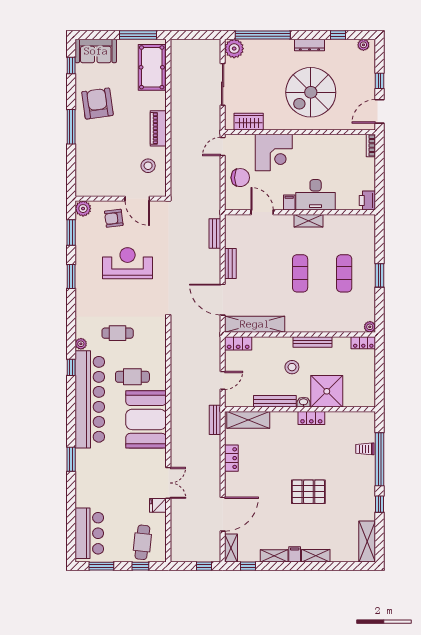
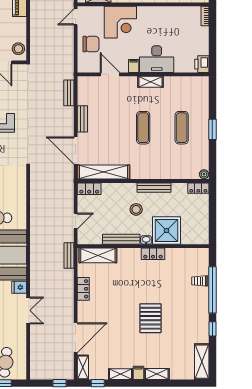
stool: (148, 166) -> (18, 49), moved
pallet: (308, 492) -> (150, 318), turned 90
fridge: (158, 505) -> (19, 287), moved

